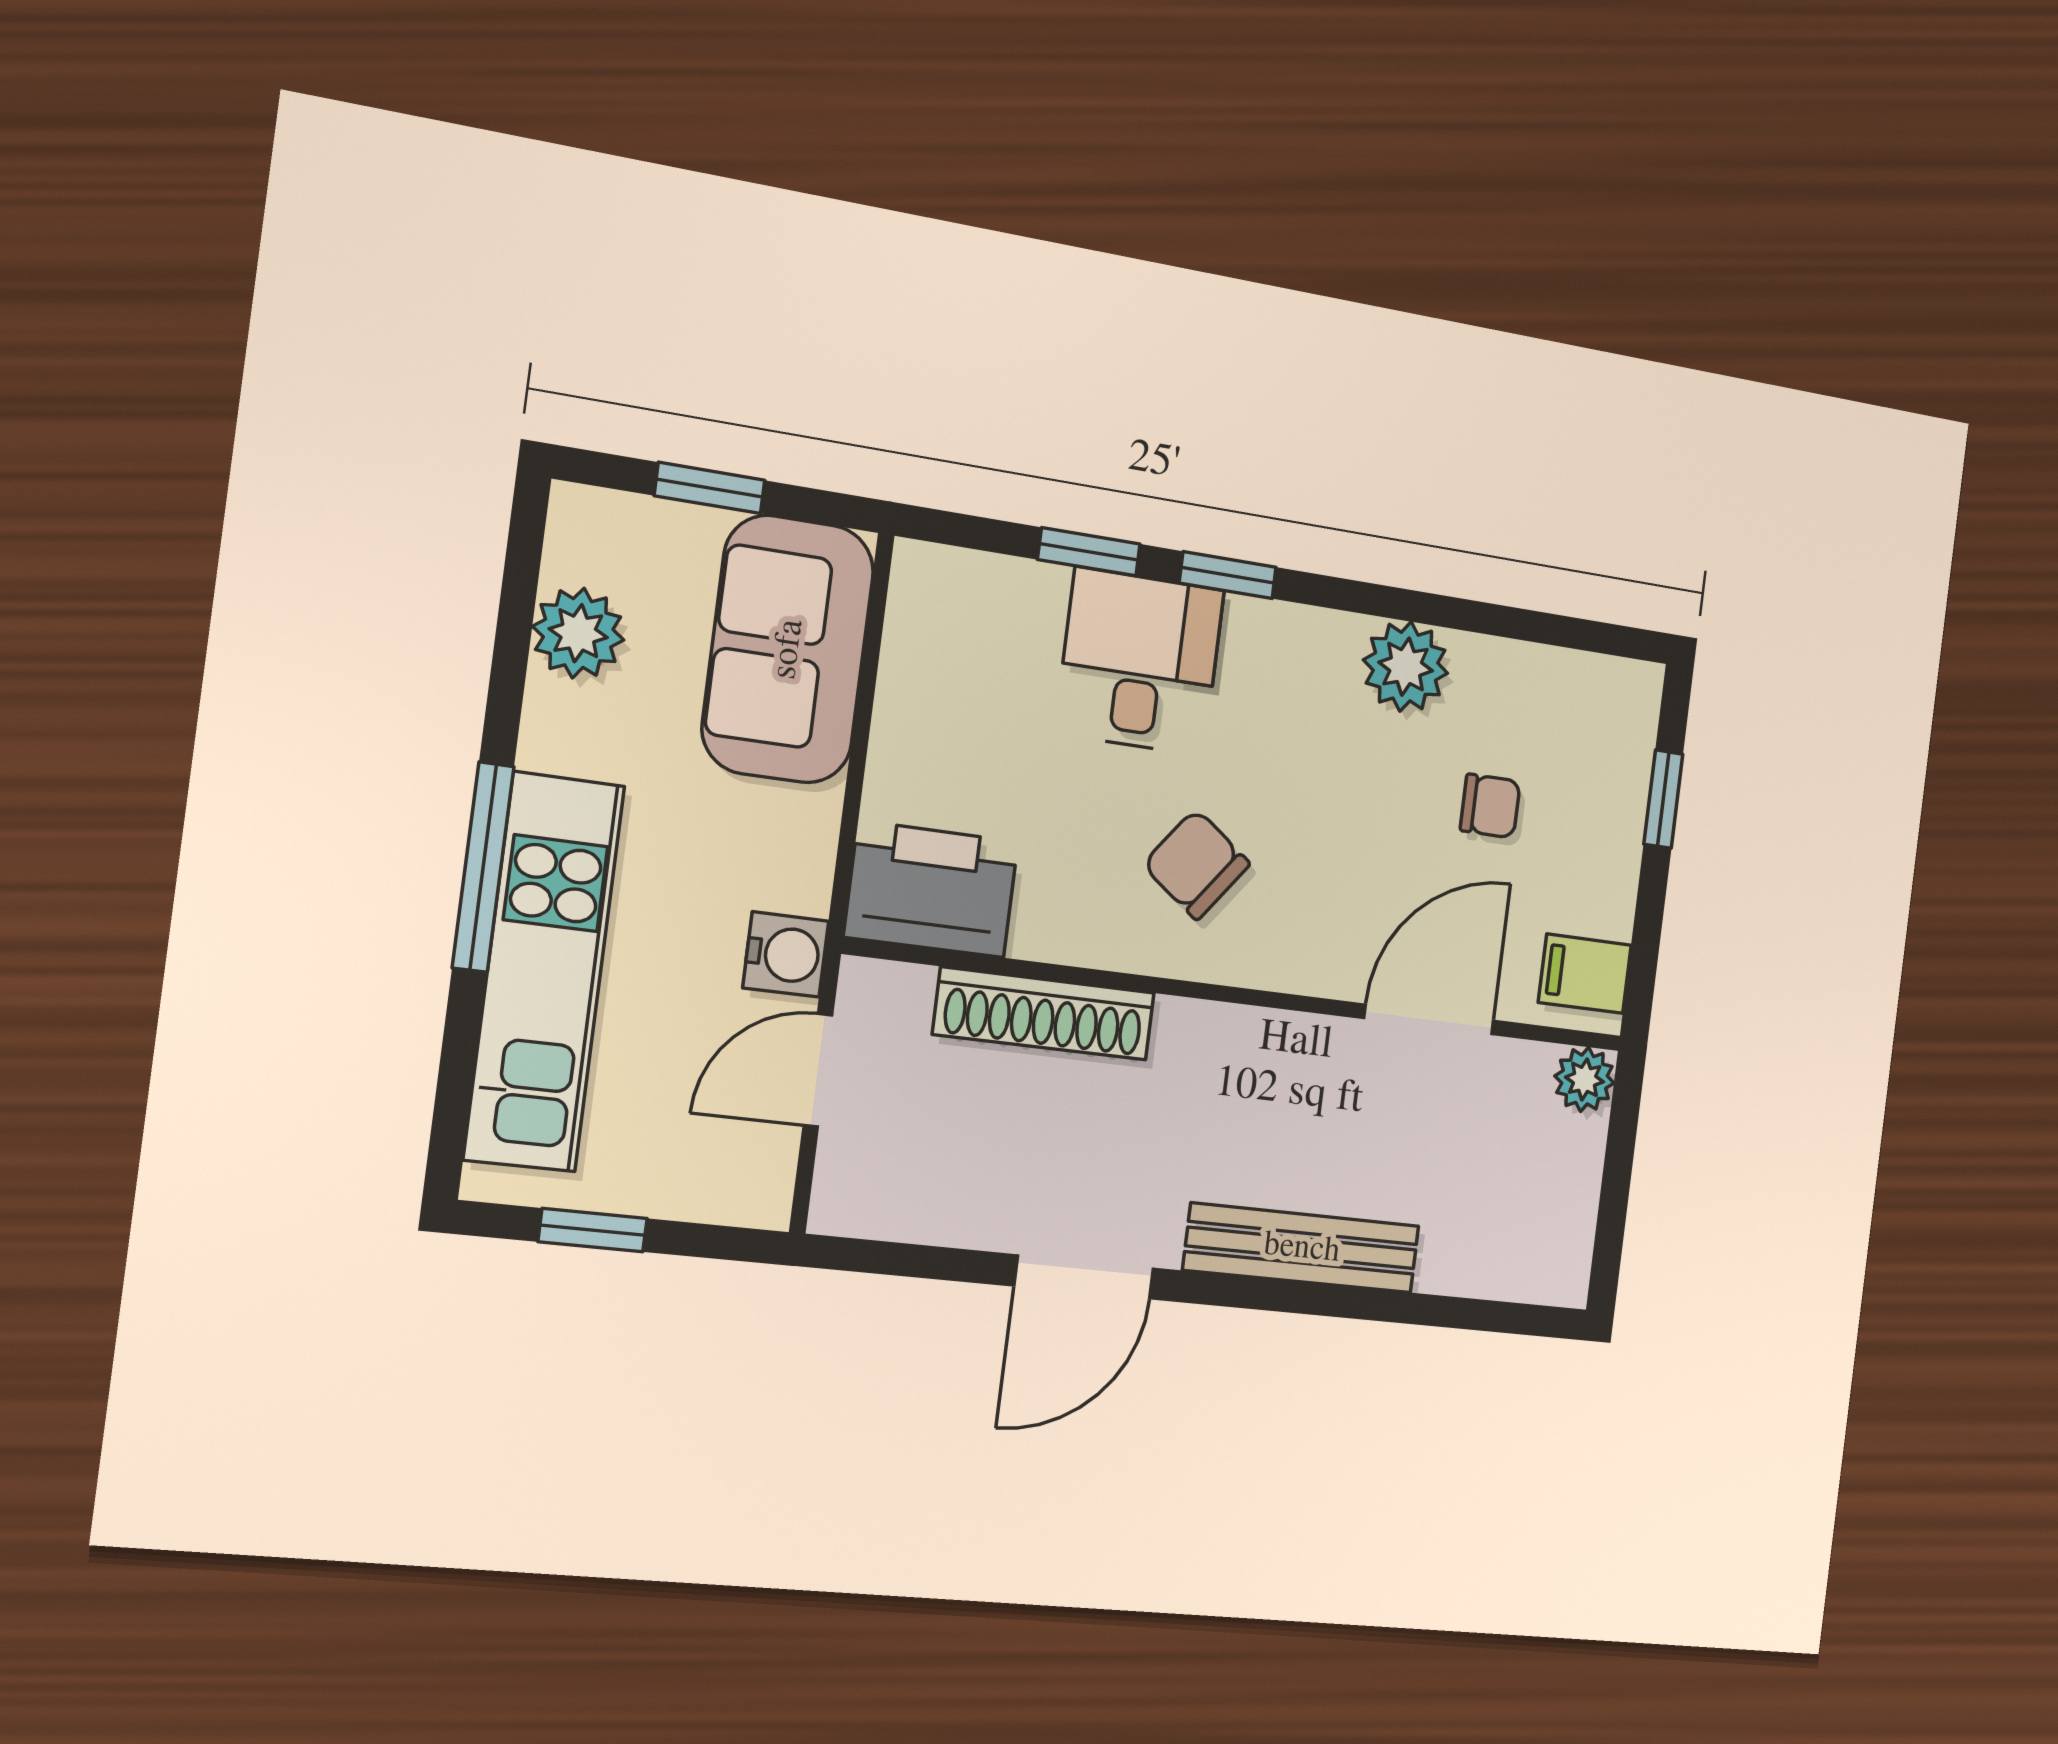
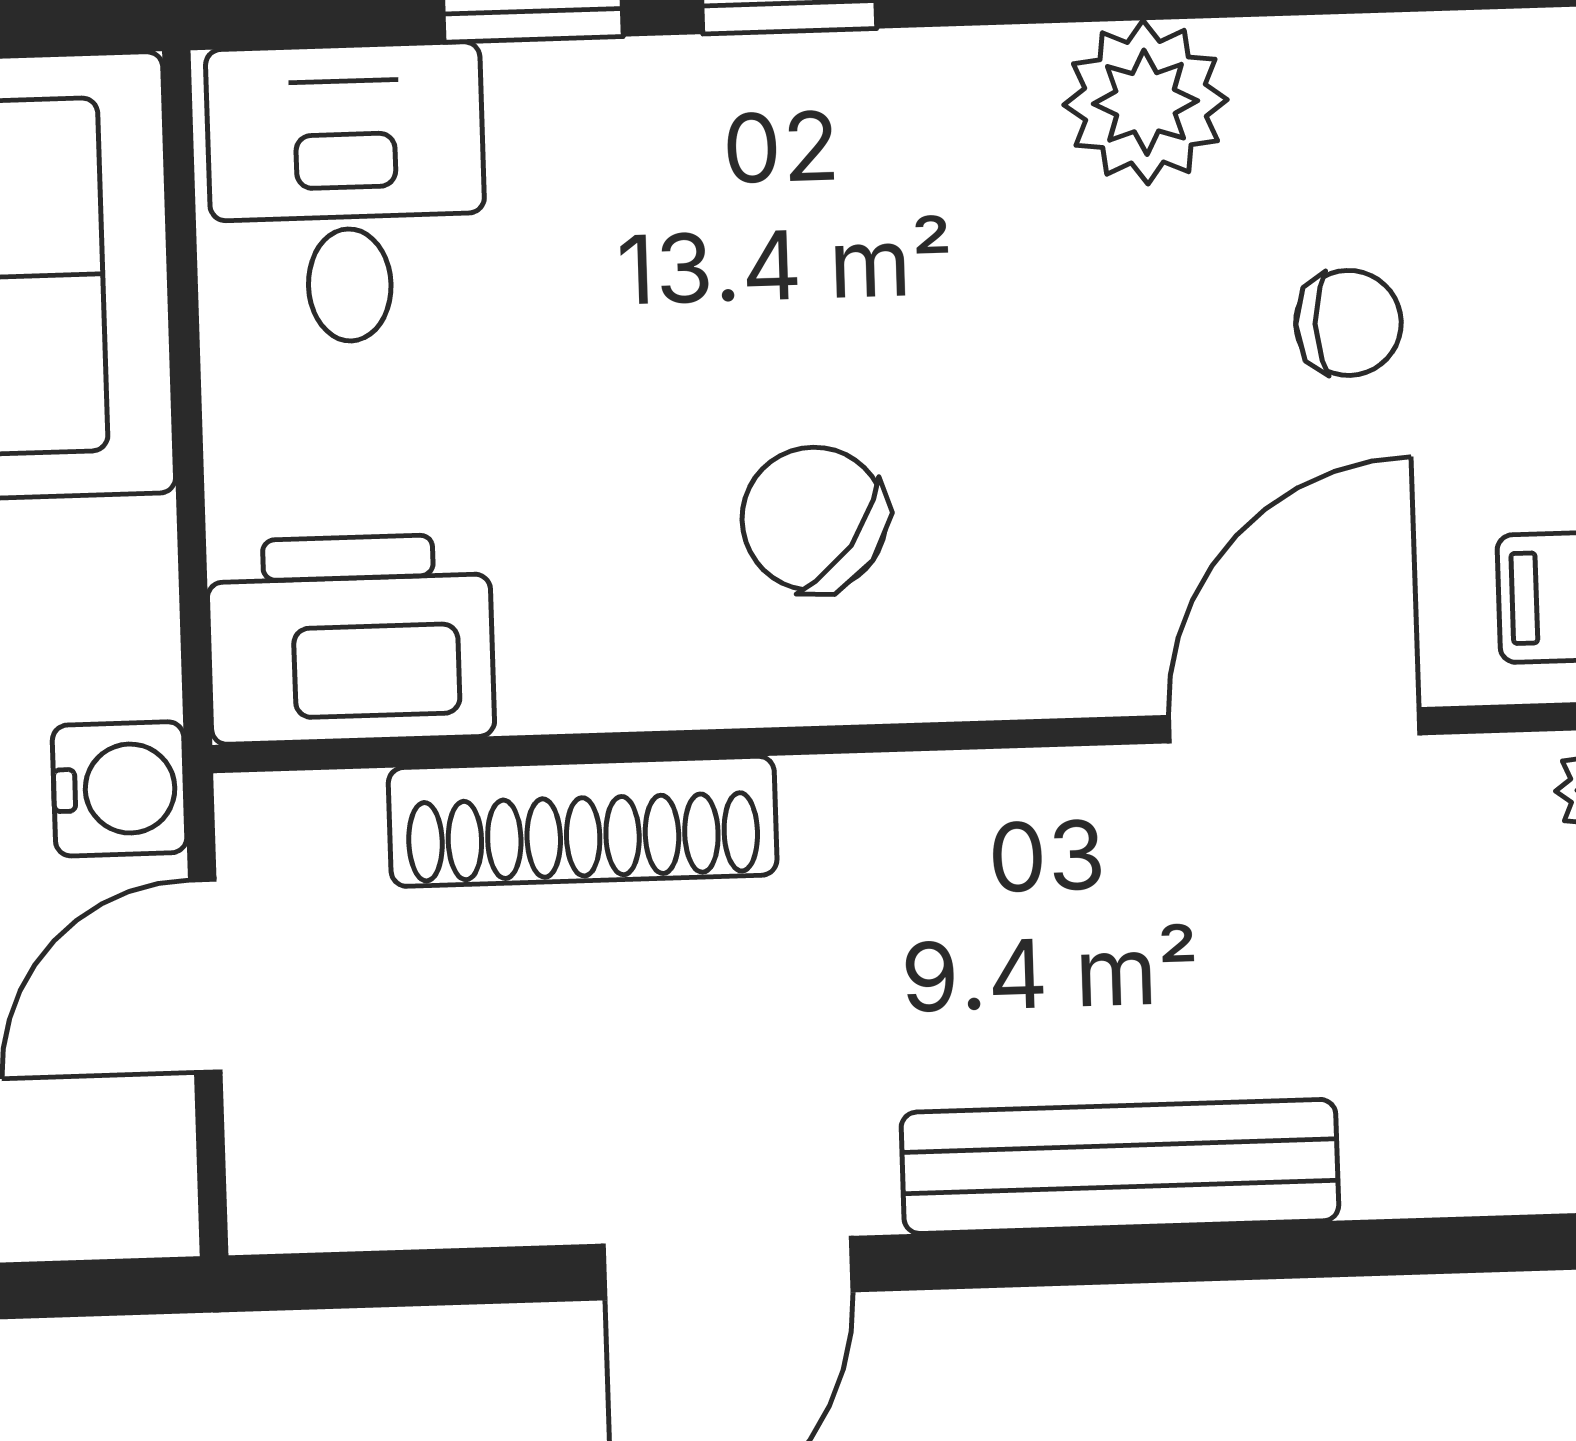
desk: (1140, 661) -> (347, 193), moved

